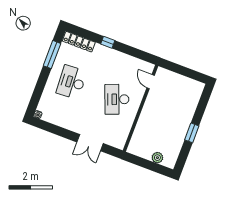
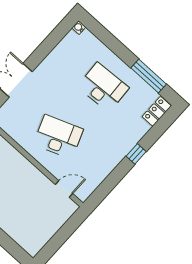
locker: (79, 42) -> (157, 111), width x0.66

